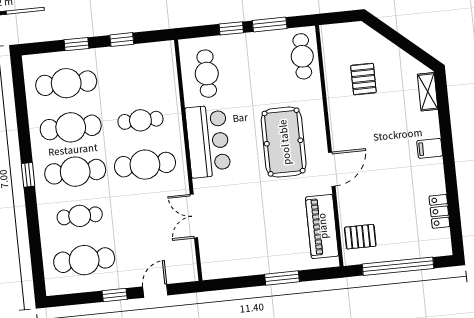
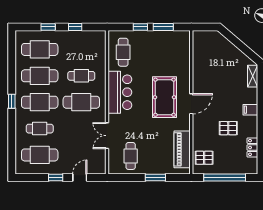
cafe table: (302, 56) -> (131, 156), moved
pallet: (363, 79) -> (228, 128), moved, turned 90
door: (332, 169) -> (191, 104), moved

